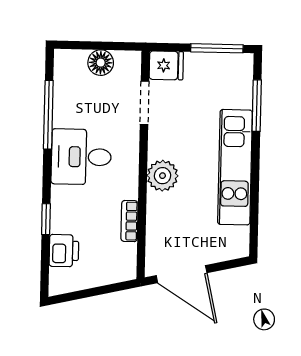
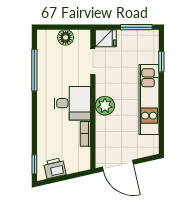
window: (257, 106) -> (161, 62), width x0.67
desk: (81, 157) -> (72, 103), moved, turned 180
window: (46, 219) -> (34, 164), moved
printer: (64, 251) -> (55, 168), moved, turned -103

